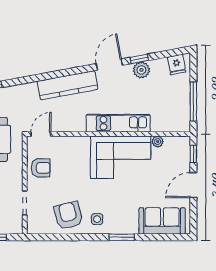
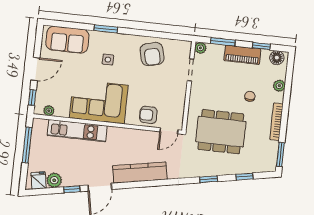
plant: (141, 70) -> (54, 180), moved
kitchen unit: (118, 123) -> (77, 131), moved
plant: (158, 142) -> (49, 111), moved
armchair: (41, 168) -> (148, 115), moved
side table: (97, 219) -> (108, 60), moved
plant: (17, 228) -> (200, 48), added

